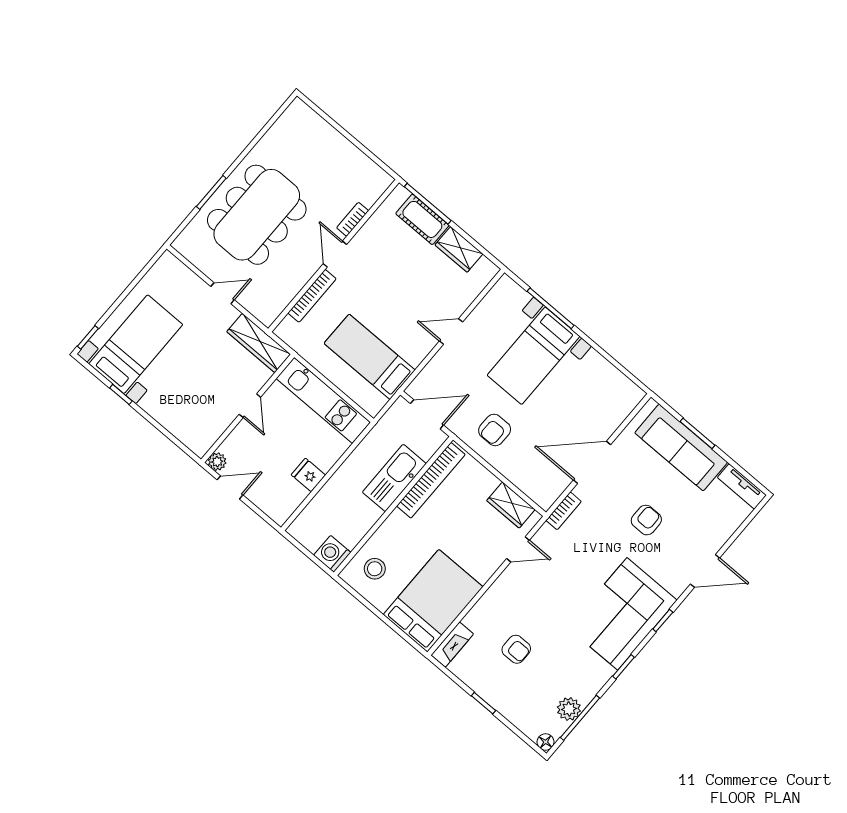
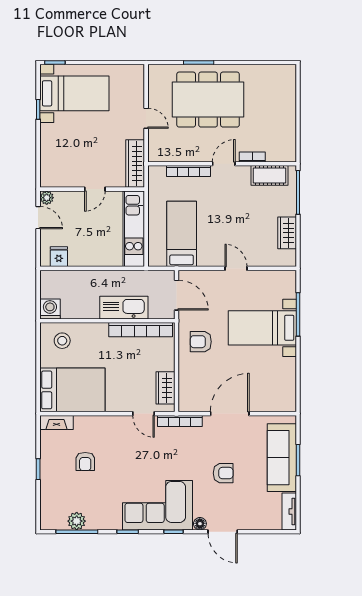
cot: (422, 219) -> (270, 175), moved, turned 90
door: (592, 462) -> (230, 414), hinge flipped
fridge: (308, 475) -> (59, 257), moved
bookcase: (564, 511) -> (180, 421), width x1.56
floor lamp: (546, 742) -> (200, 524), moved

